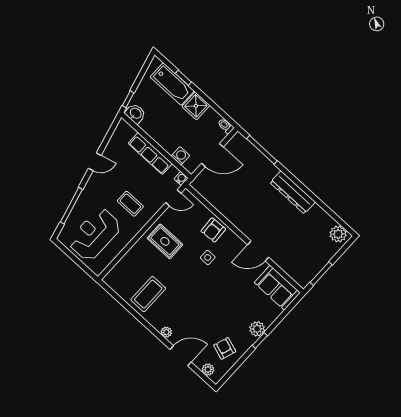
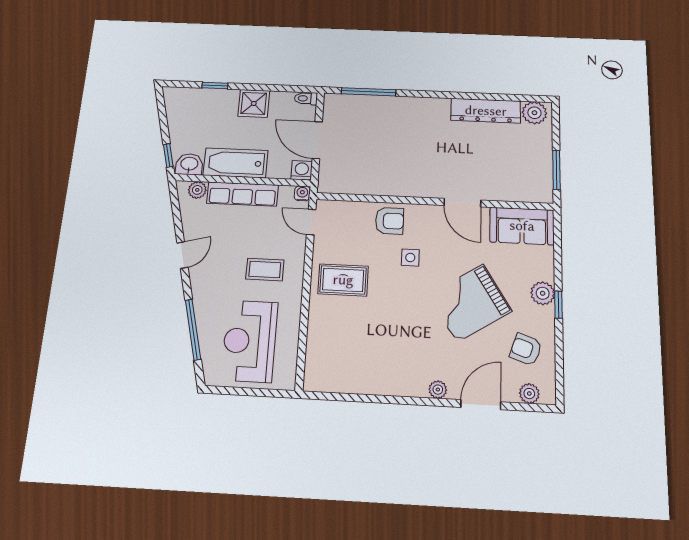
bathtub: (172, 84) -> (236, 163), moved, turned 180
plant: (129, 132) -> (197, 190), added
door: (212, 155) -> (317, 140), swing flipped
washing machine: (180, 156) -> (302, 170), moved
dresser: (293, 192) -> (486, 111), moved
door: (173, 198) -> (311, 222), swing flipped
armchair: (213, 230) -> (390, 221), turned -87
door: (258, 251) -> (462, 203), hinge flipped
coffee table: (148, 294) -> (376, 360), removed
grand piano: (218, 304) -> (470, 303), added

